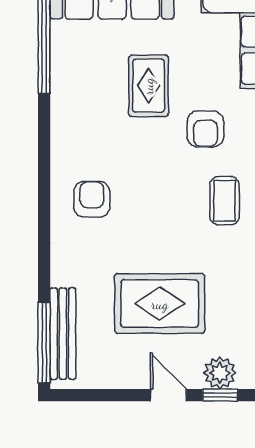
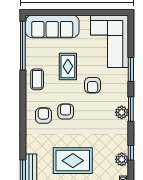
armchair: (143, 190) -> (66, 111), added
coffee table: (225, 201) -> (37, 79), moved

